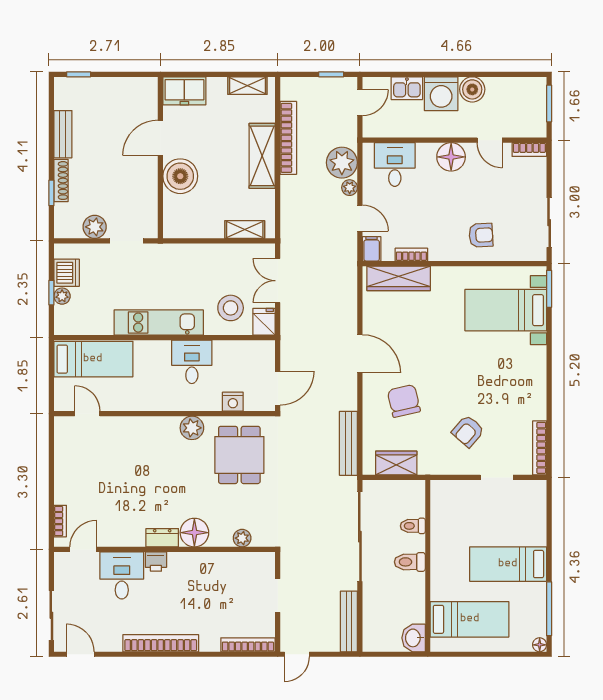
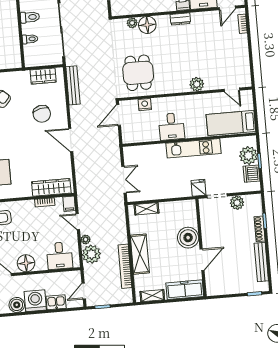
freezer: (184, 91) -> (185, 290), width x1.40
bench: (63, 134) -> (261, 262), width x1.36
plant: (62, 296) -> (248, 155), width x1.88, depth x1.88
stool: (231, 308) -> (151, 161), removed
fridge: (264, 322) -> (198, 188), moved, turned 180
plant: (192, 428) -> (197, 84), moved
floor lamp: (194, 533) -> (147, 25), moved

